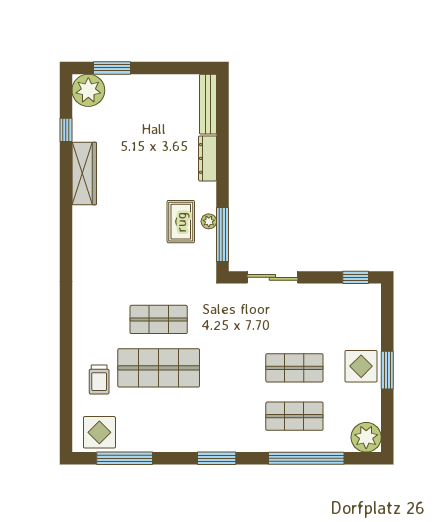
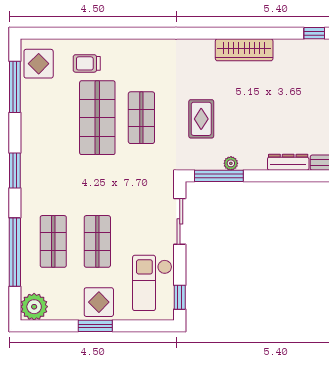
wardrobe: (84, 174) -> (244, 50), moved
rug: (181, 222) -> (201, 119), moved, turned 90
checkout: (340, 308) -> (152, 283), added

